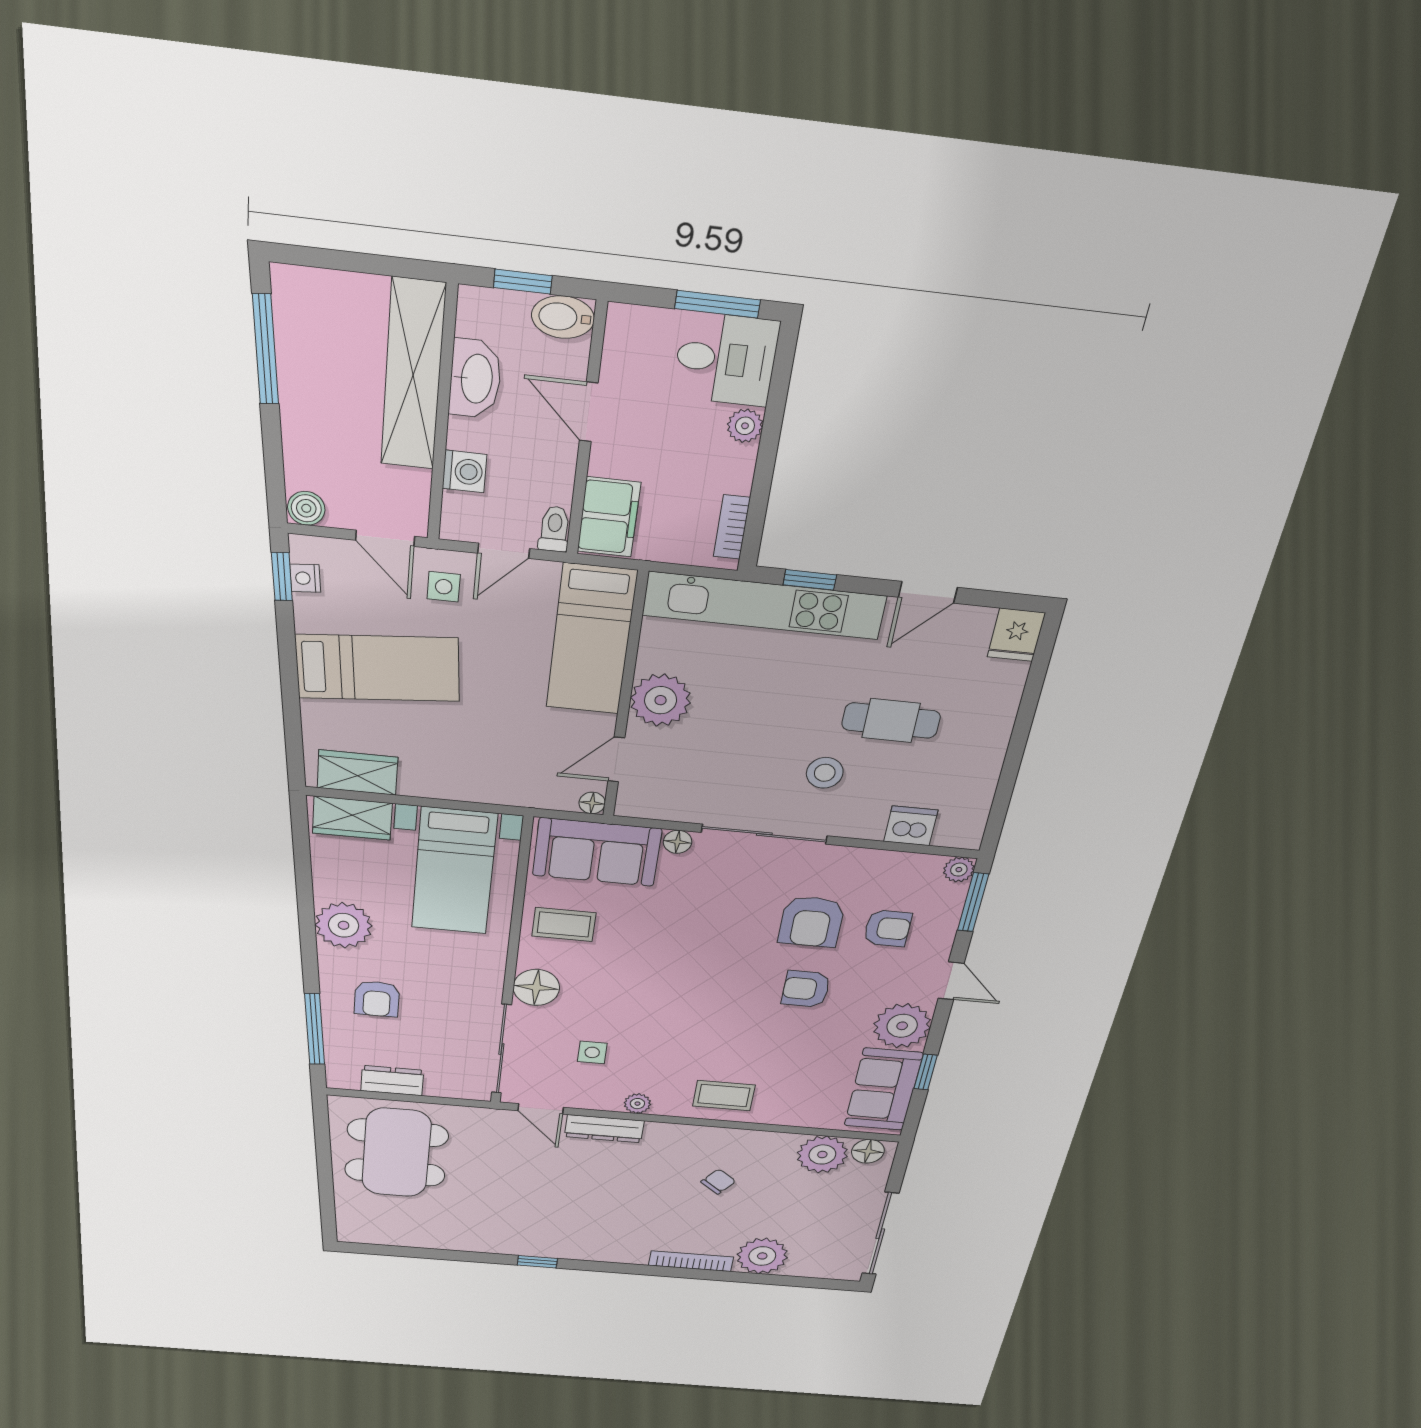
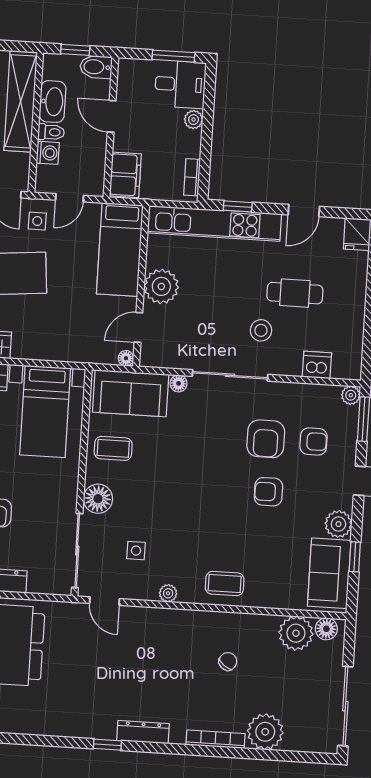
toilet: (554, 529) -> (51, 132), moved, turned 90
plant: (902, 1026) -> (338, 524), width x0.73, depth x0.73
dresser: (604, 1129) -> (143, 732), moved, turned 180

